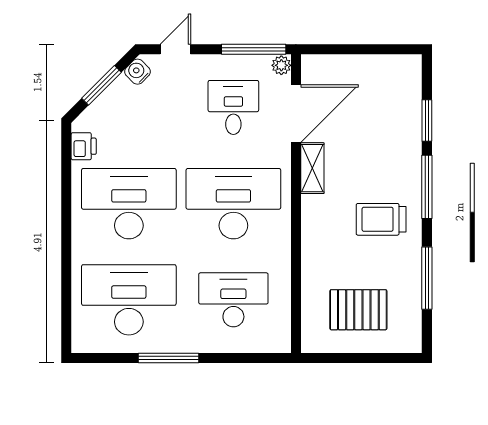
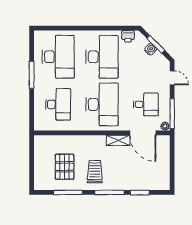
water cooler: (138, 72) -> (151, 49), moved
pallet: (358, 310) -> (65, 167), moved

